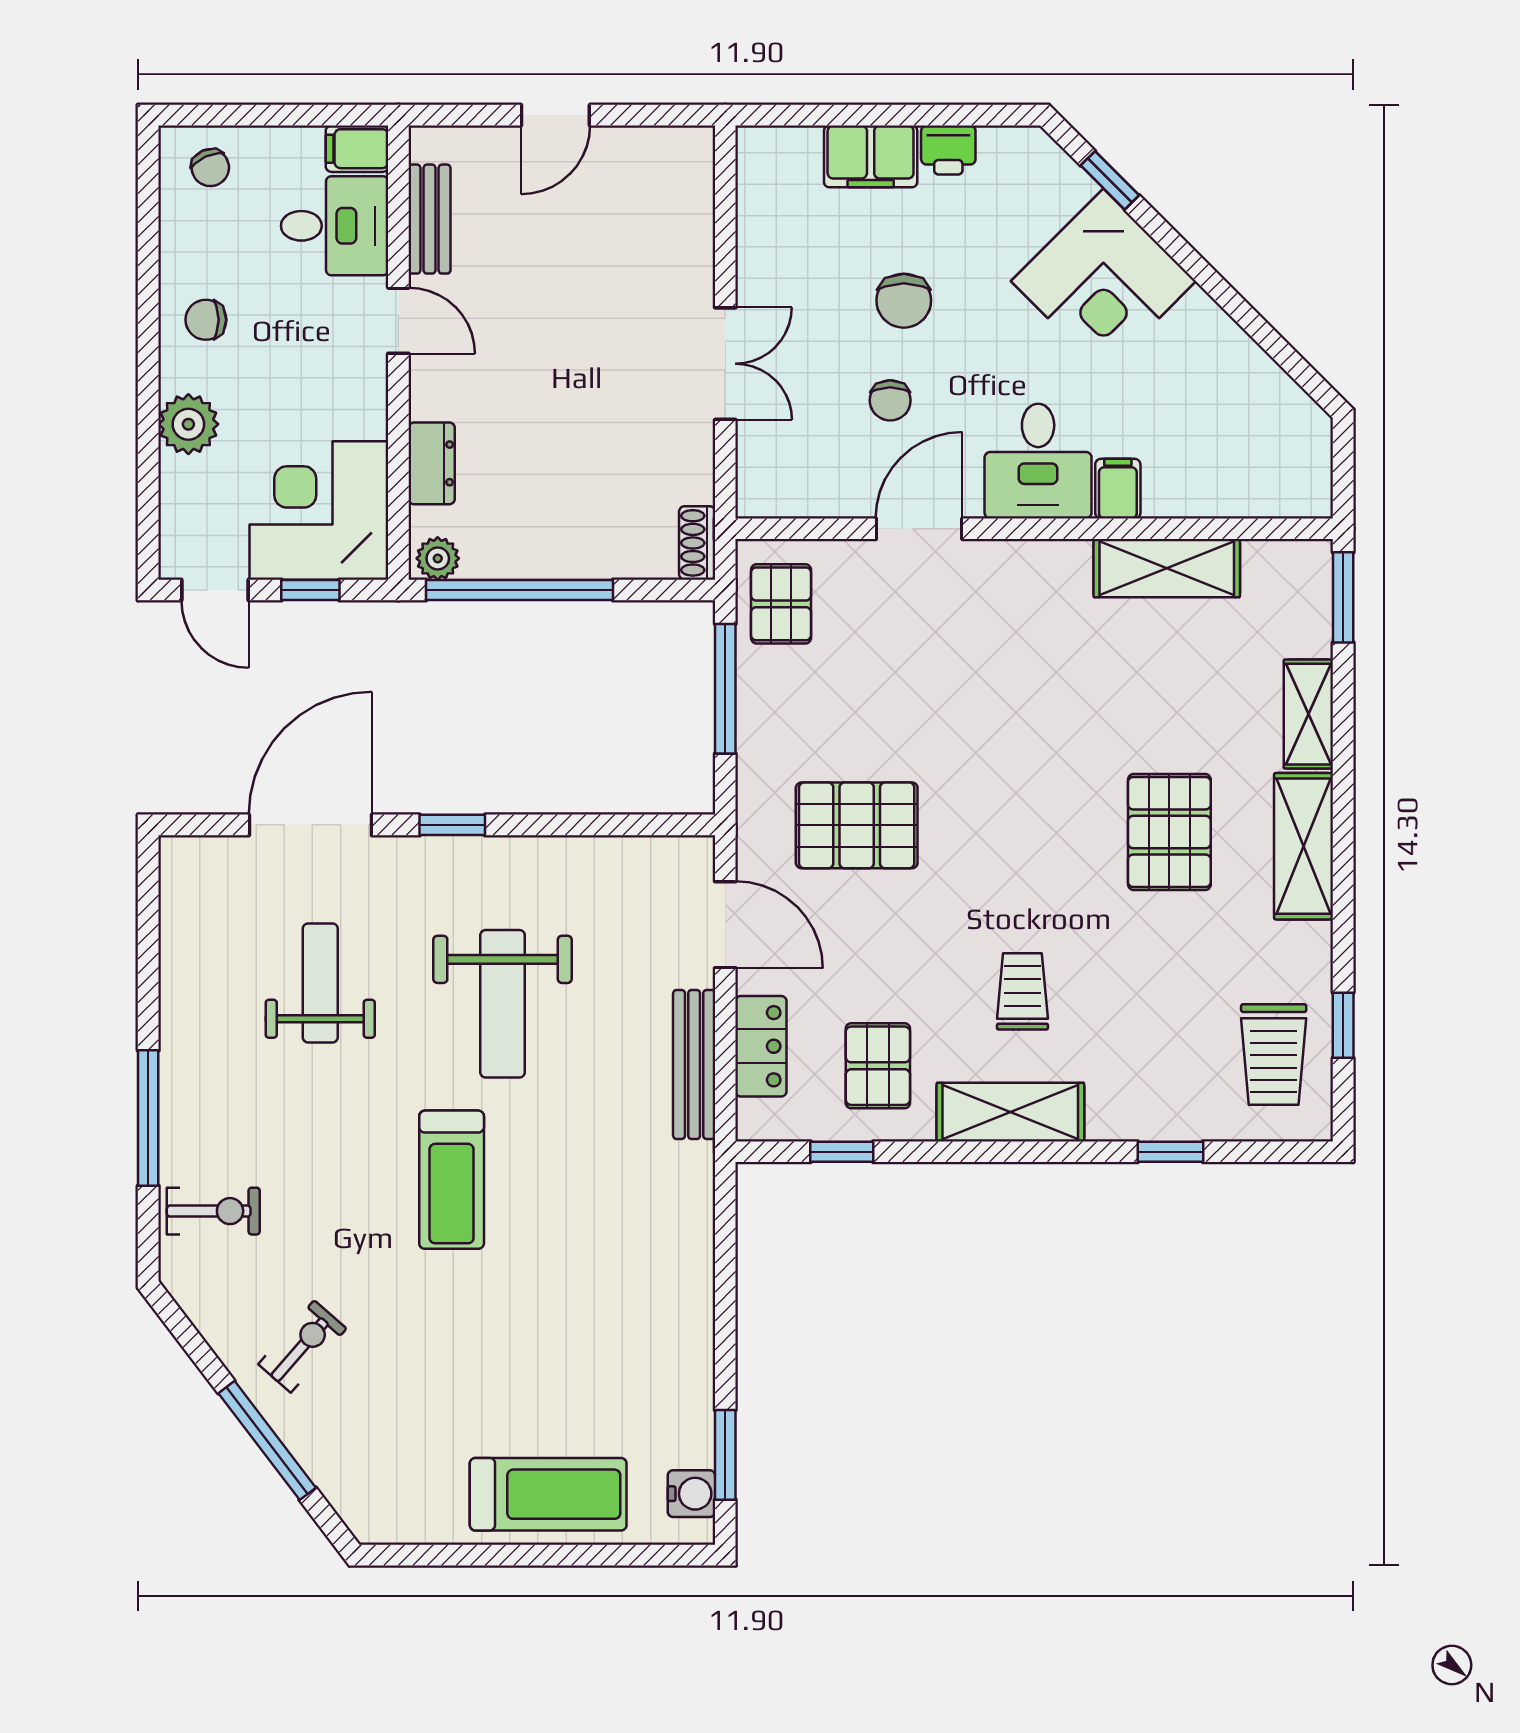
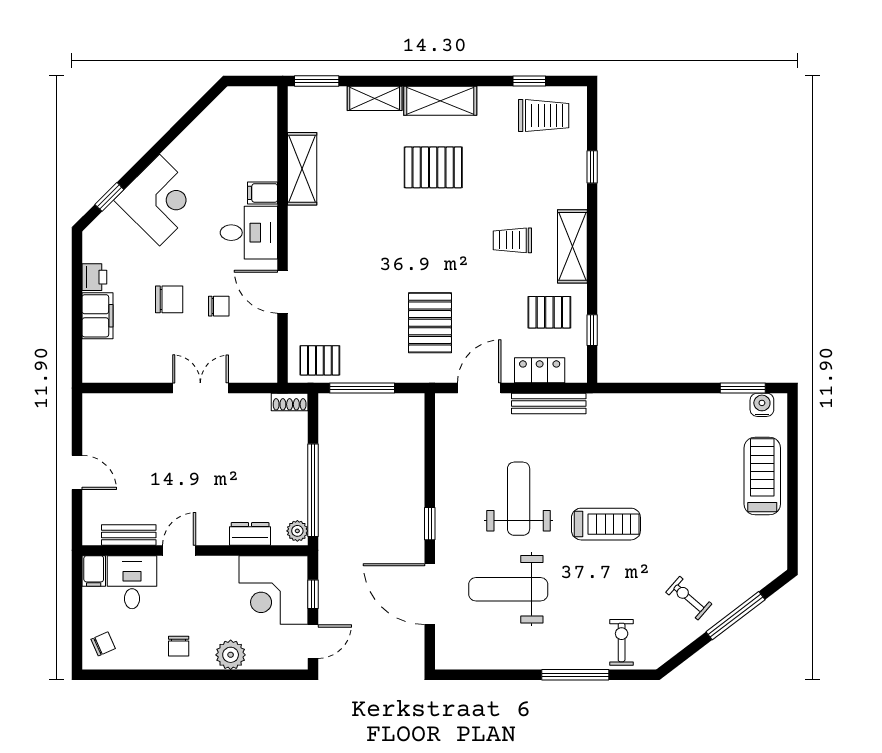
weight bench: (320, 983) -> (508, 589), width x1.36, depth x1.33
weight bench: (503, 1004) -> (519, 499), turned -90

